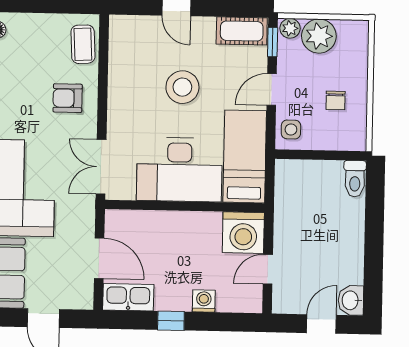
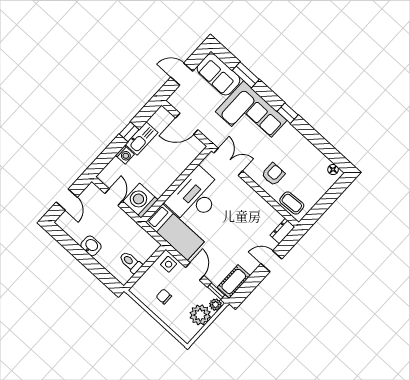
dresser: (127, 25) -> (282, 231), added
stool: (182, 87) -> (232, 231), removed
toilet: (355, 179) -> (131, 262), moved
kitchen sink: (128, 297) -> (142, 139), moved
washbasin: (351, 300) -> (91, 246), moved

